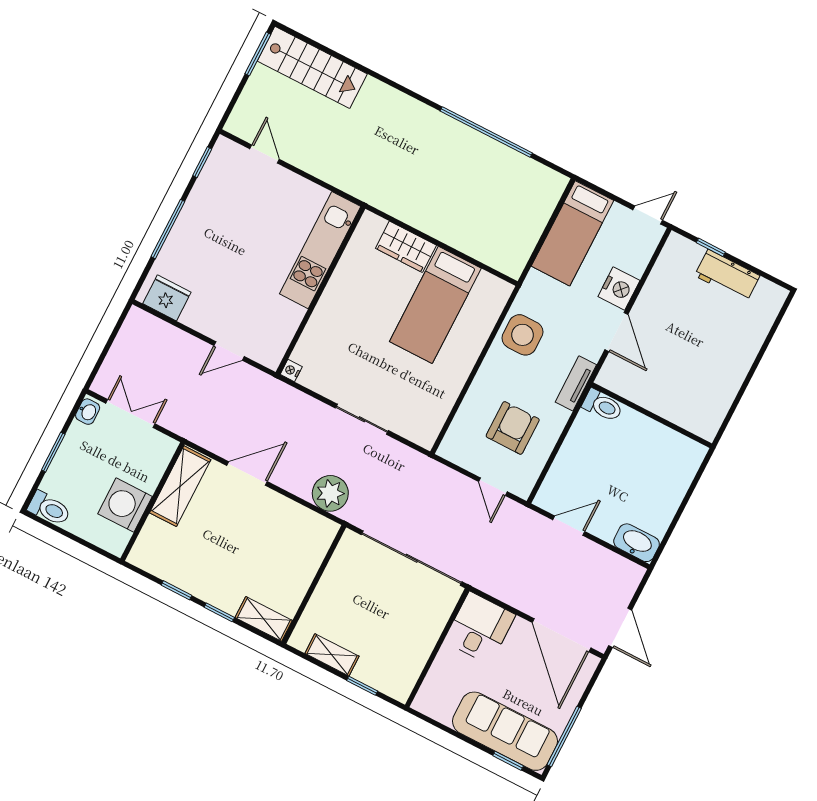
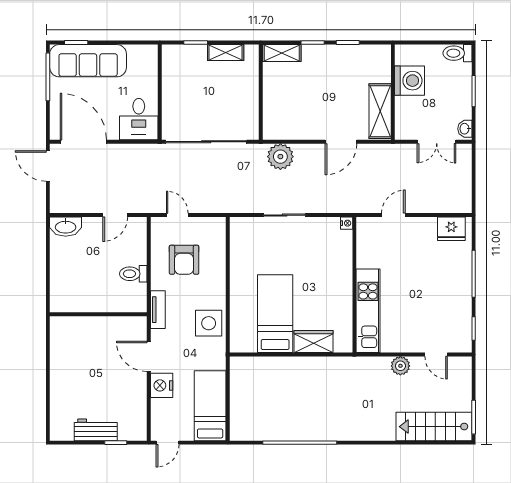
plant: (315, 163) -> (400, 366), added
toilet: (602, 406) -> (133, 274), moved

